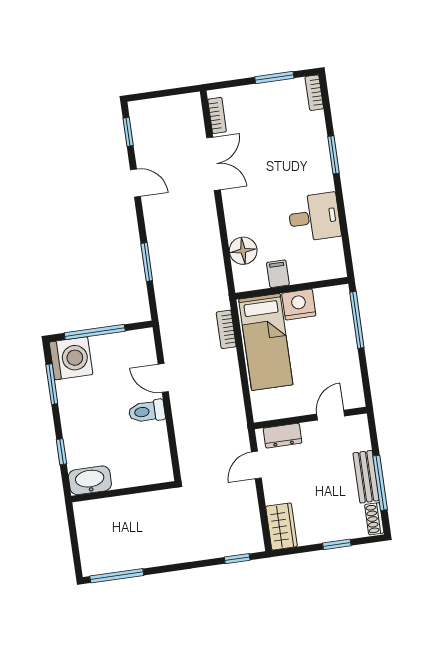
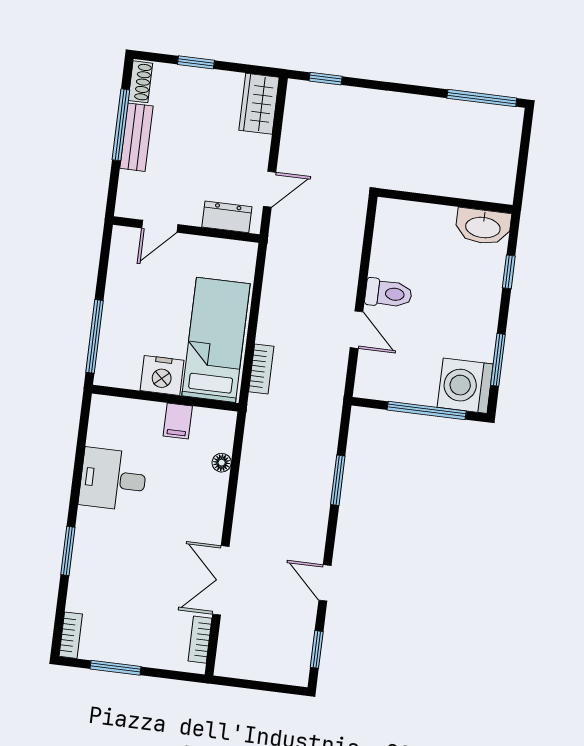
floor lamp: (243, 251) -> (222, 463), width x0.53, depth x0.53

